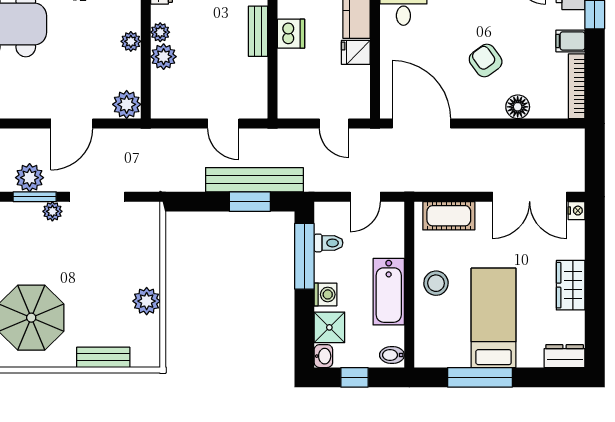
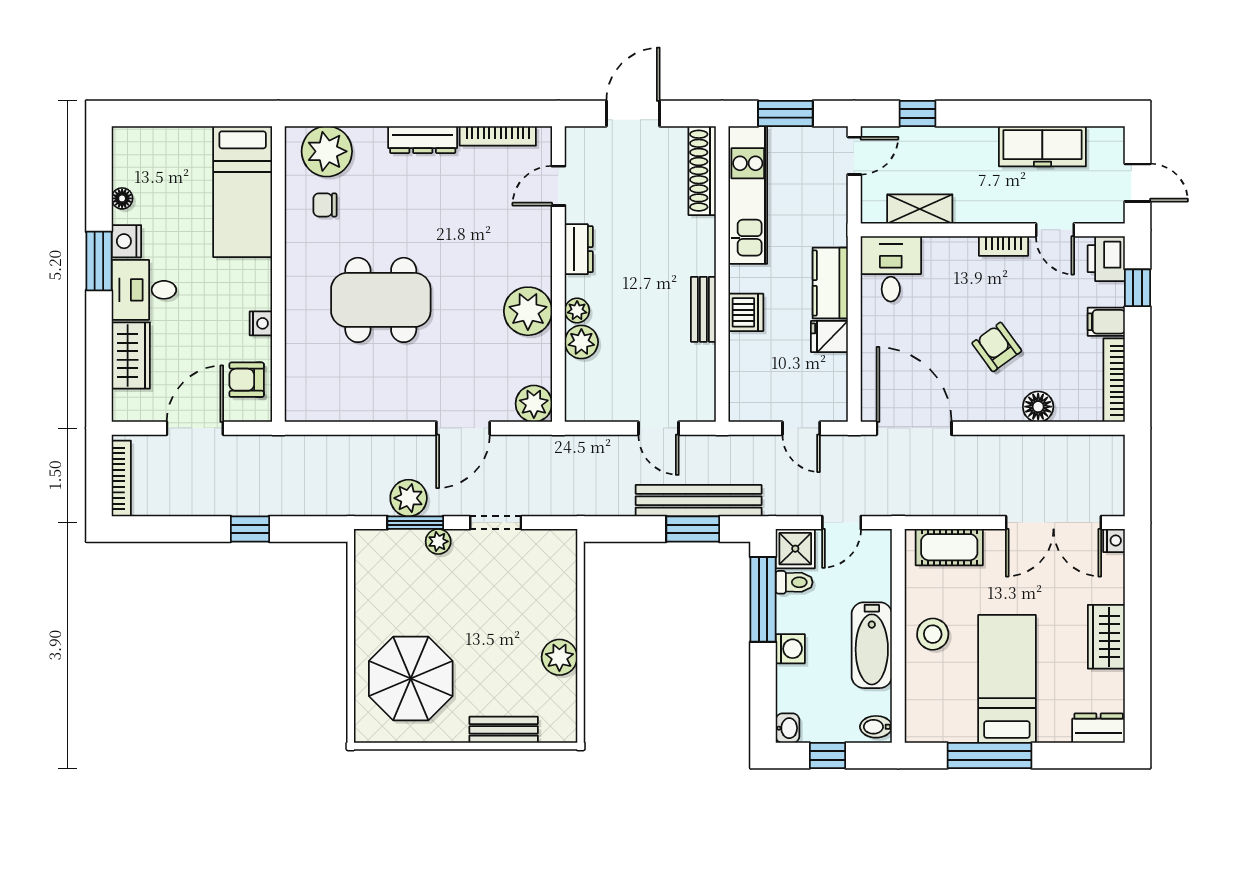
plant: (131, 41) -> (528, 311), width x1.88, depth x1.88
doorway: (97, 197) -> (496, 523), width x0.73
shower: (329, 327) -> (795, 549), moved

